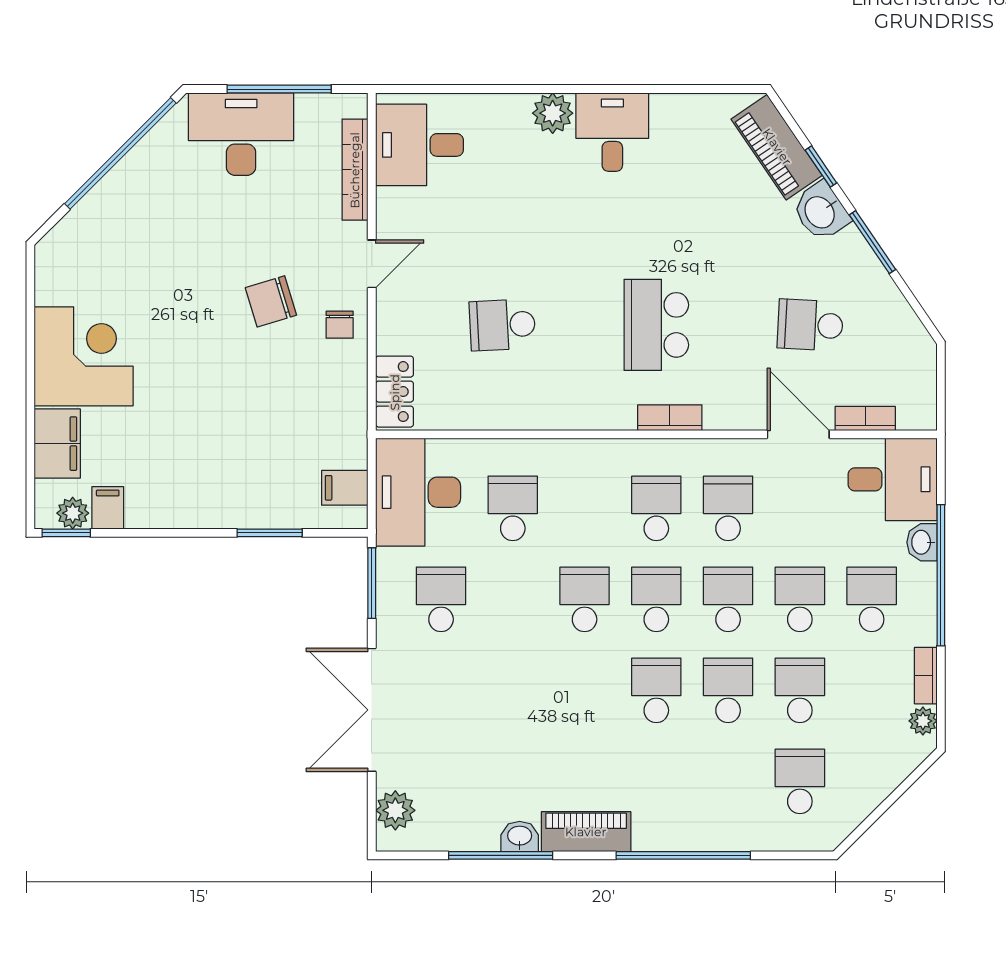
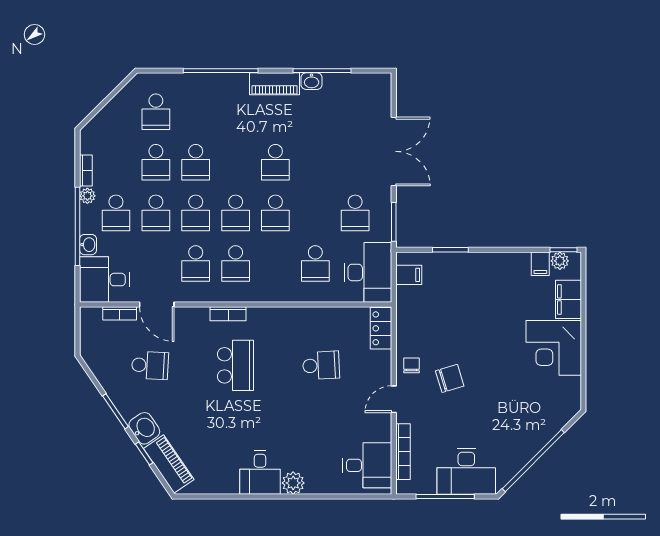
school desk: (656, 690) -> (275, 162), moved
plant: (923, 721) -> (87, 196), moved
plant: (395, 810) -> (381, 96), removed

